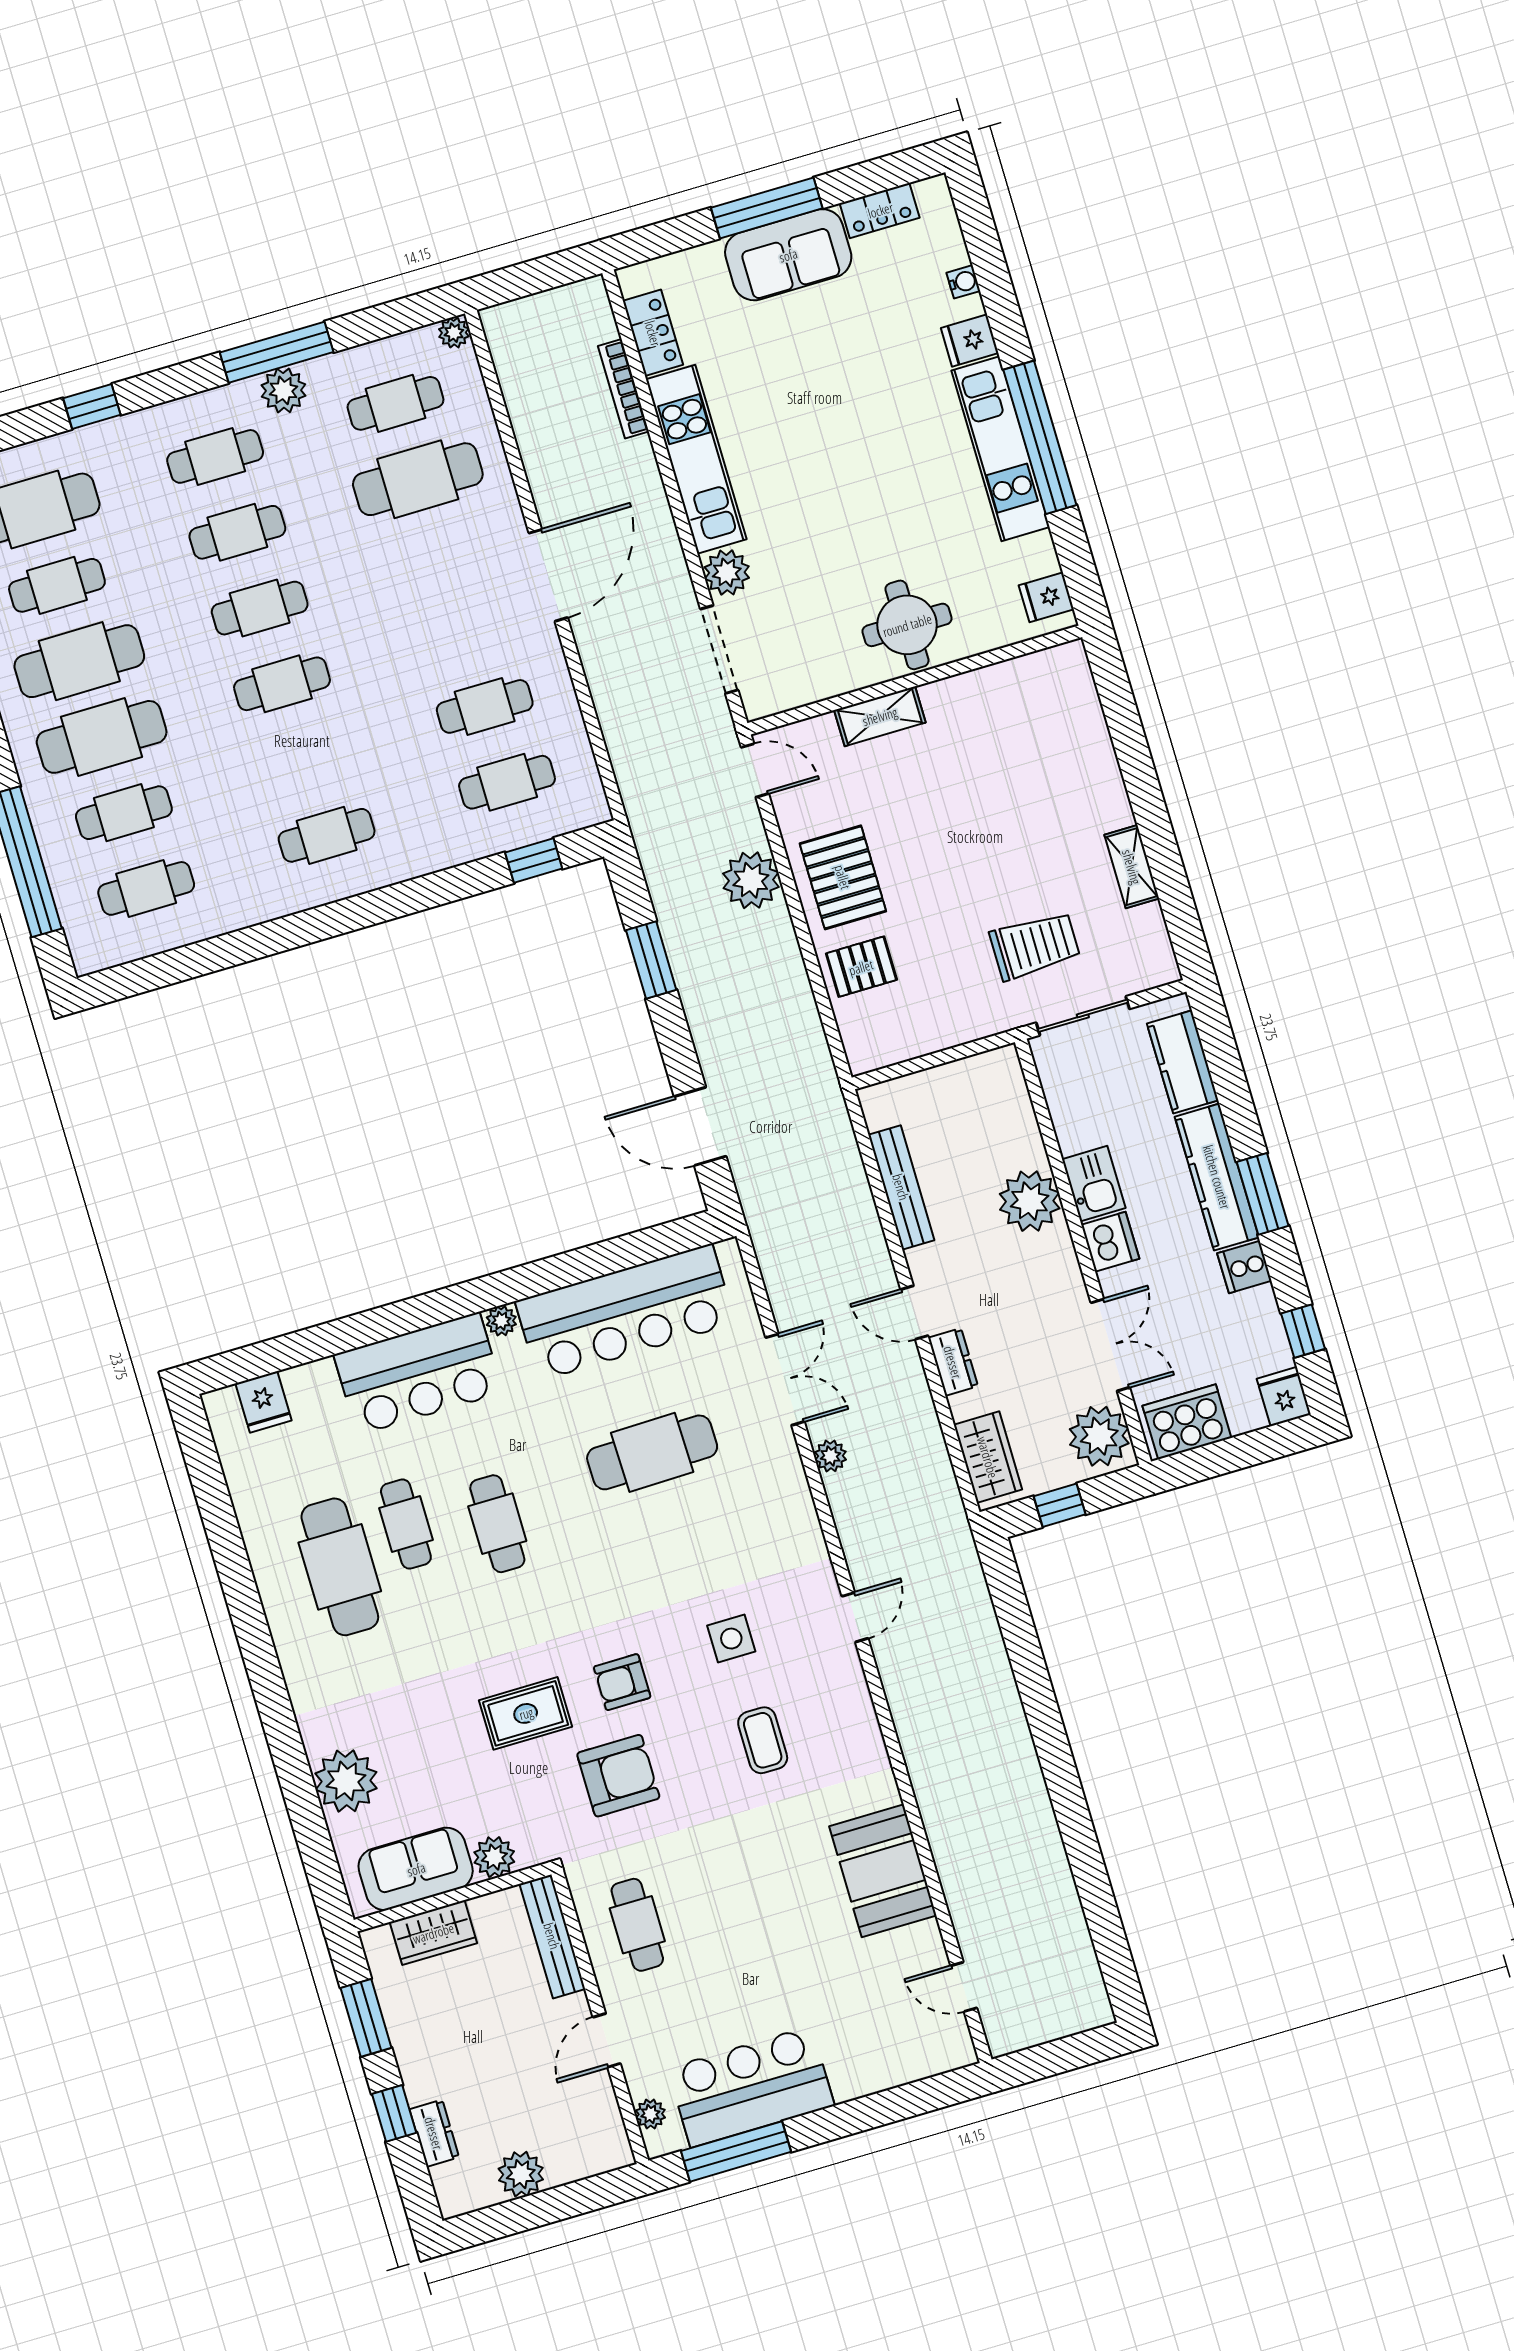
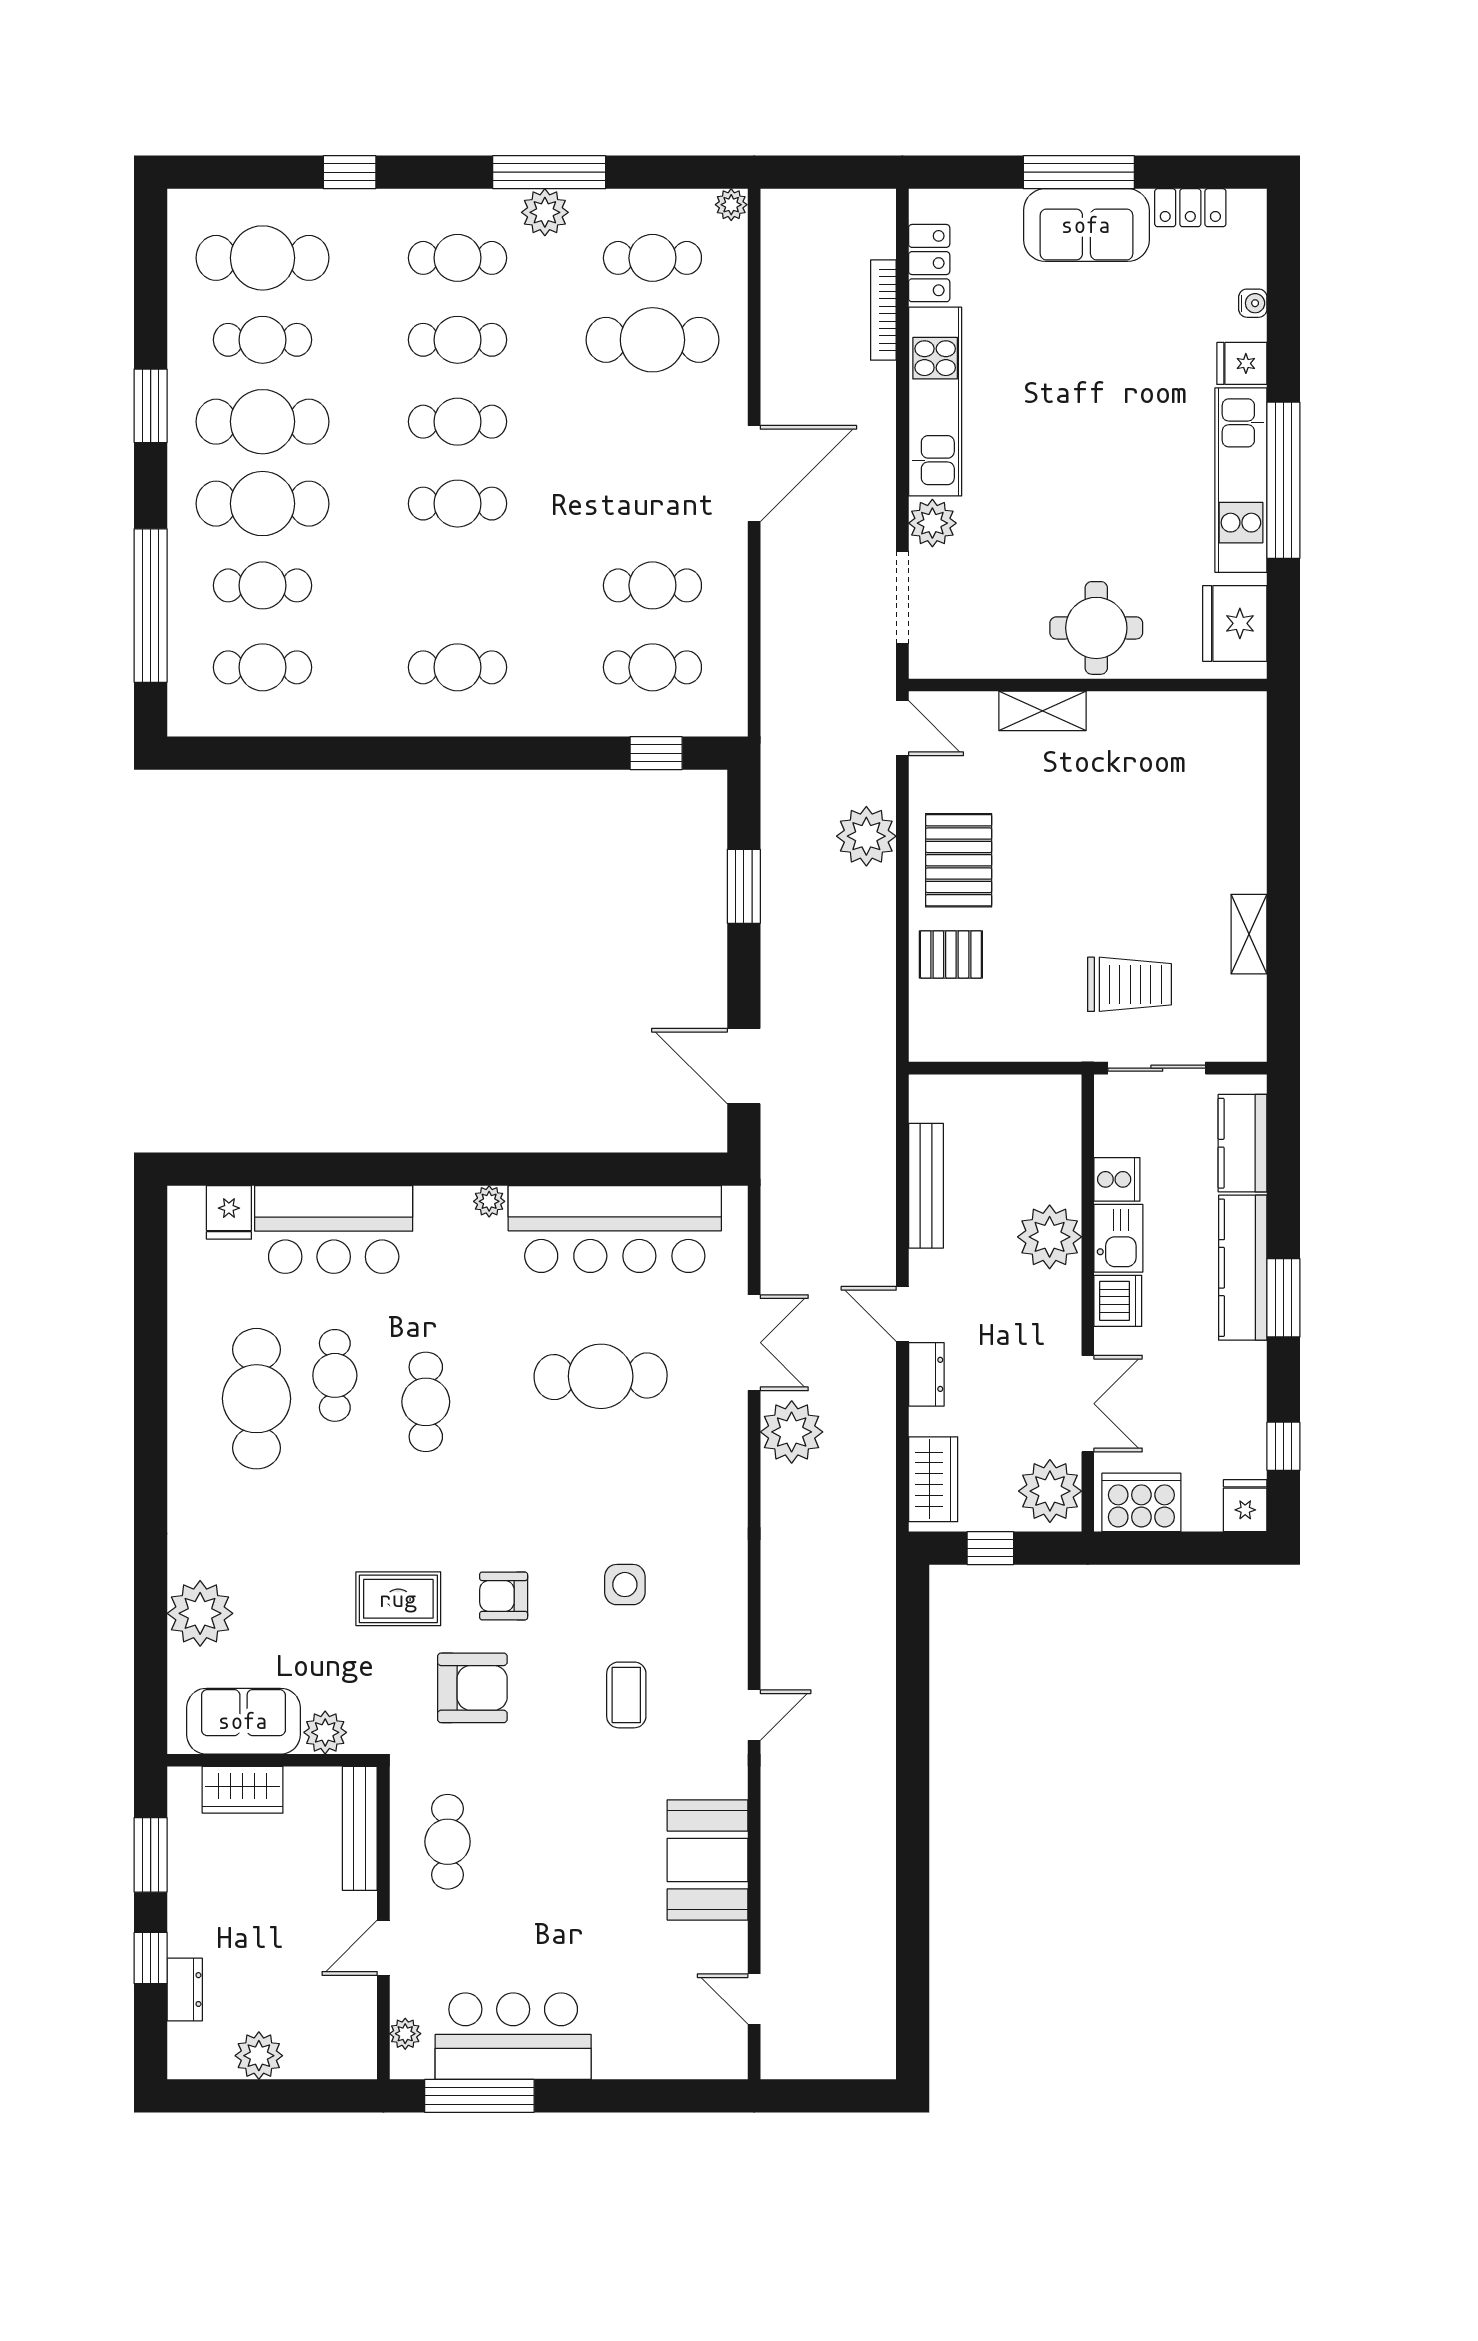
fridge: (1046, 597) -> (1235, 623), width x1.88, depth x1.34
cooker: (1244, 1267) -> (1117, 1179), moved, turned 180
bar counter: (418, 1374) -> (334, 1229), moved
plant: (830, 1456) -> (792, 1432), width x1.88, depth x1.88
door: (855, 1617) -> (754, 1715), moved

